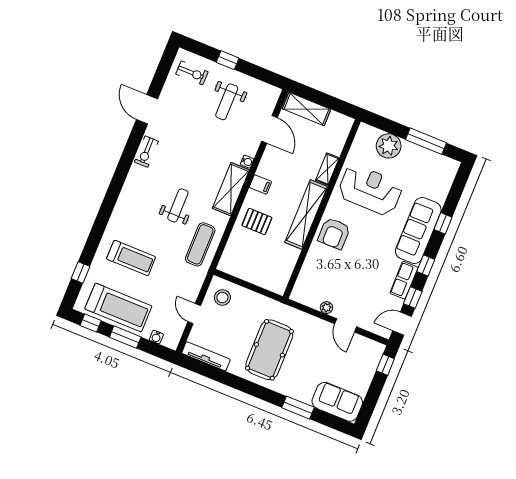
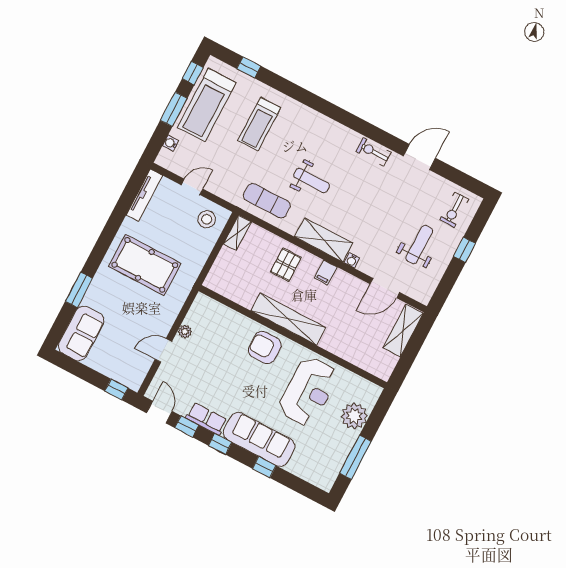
weight bench: (227, 102) -> (419, 244), turned 90
shelving: (327, 169) -> (237, 233), moved, turned 90

